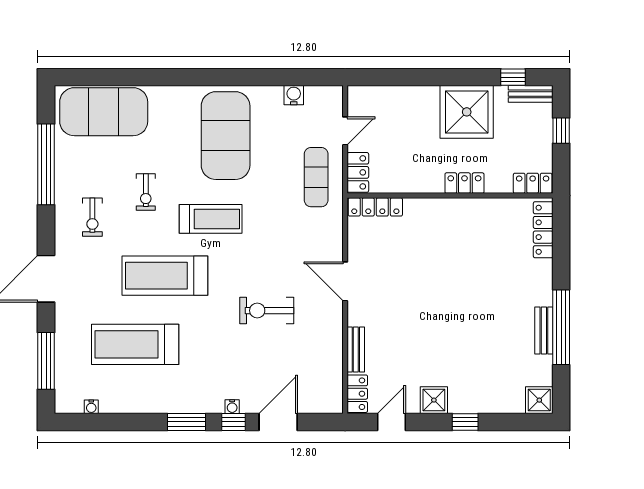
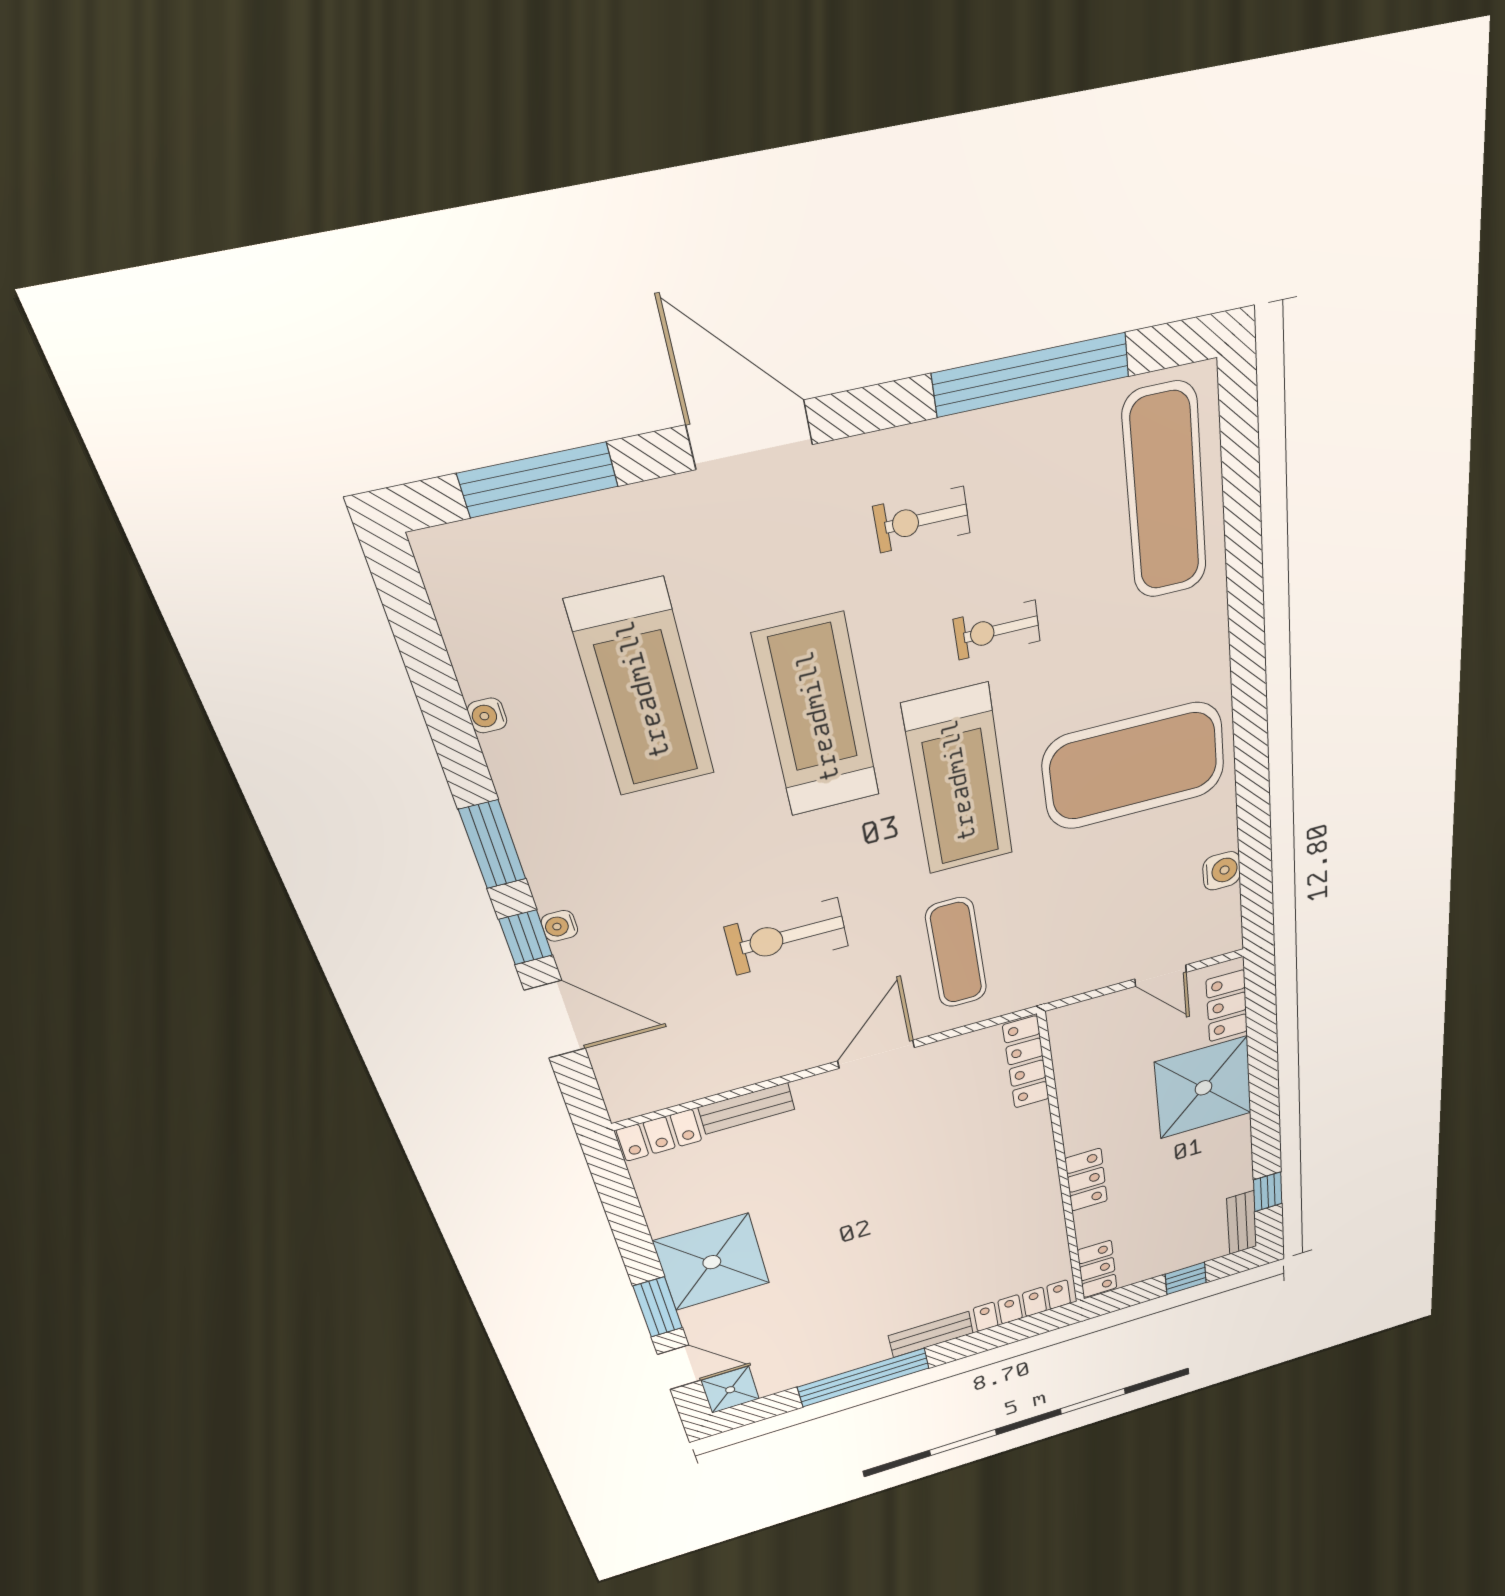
exercise mat: (104, 112) -> (1165, 492), width x0.68
shower: (467, 112) -> (1204, 1088), moved
locker: (358, 172) -> (1227, 1006), moved, turned 90
exercise mat: (316, 177) -> (956, 953), moved, turned 90
treadmill: (211, 219) -> (958, 780), width x1.37, depth x1.38
exercise bike: (267, 311) -> (787, 937), turned -90
bench: (544, 331) -> (931, 1334), moved
treadmill: (135, 344) -> (642, 689), turned 180
shower: (434, 400) -> (712, 1262), width x1.86, depth x1.86
water cooler: (91, 407) -> (487, 715), moved
door: (391, 422) -> (679, 1367), moved
window: (465, 422) -> (658, 1307), width x1.50

